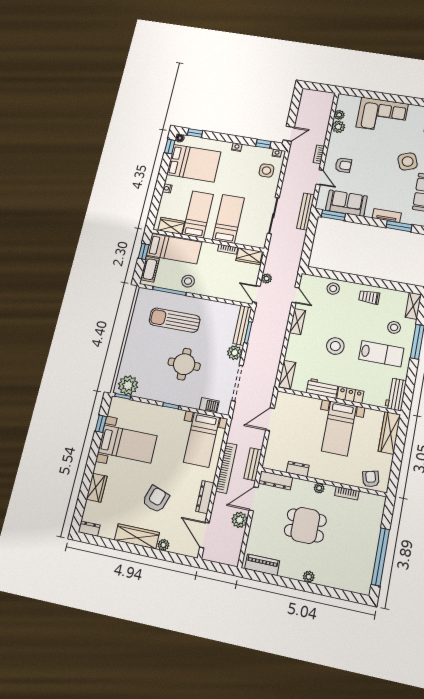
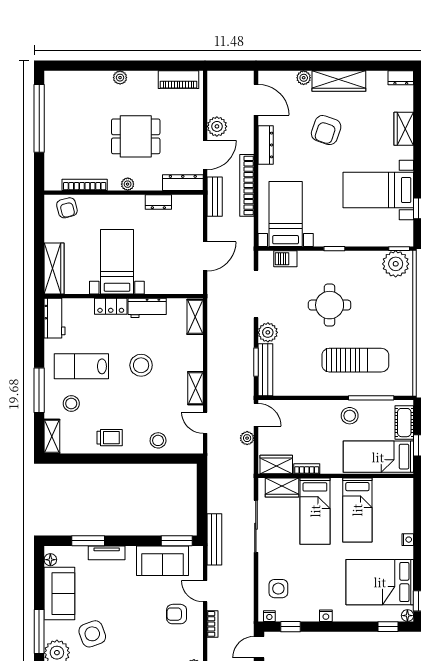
wardrobe: (171, 226) -> (282, 488), moved
bookcase: (347, 493) -> (85, 185), width x1.56

